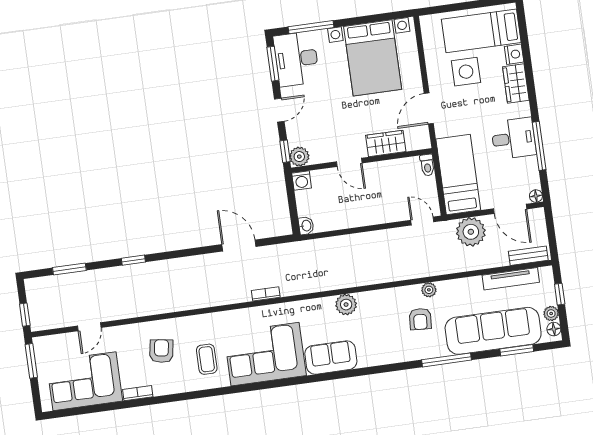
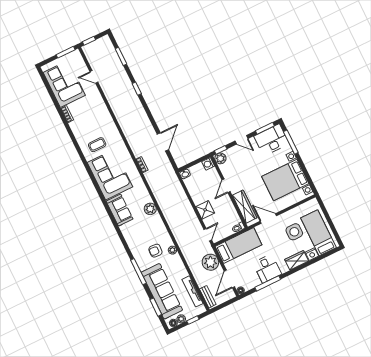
wardrobe: (386, 143) -> (245, 207), width x1.50
shower: (378, 211) -> (205, 210), added
armchair: (161, 351) -> (94, 119), removed

